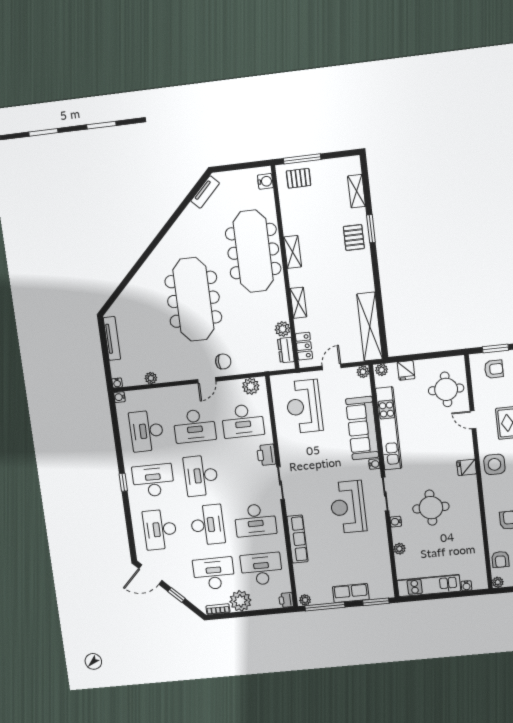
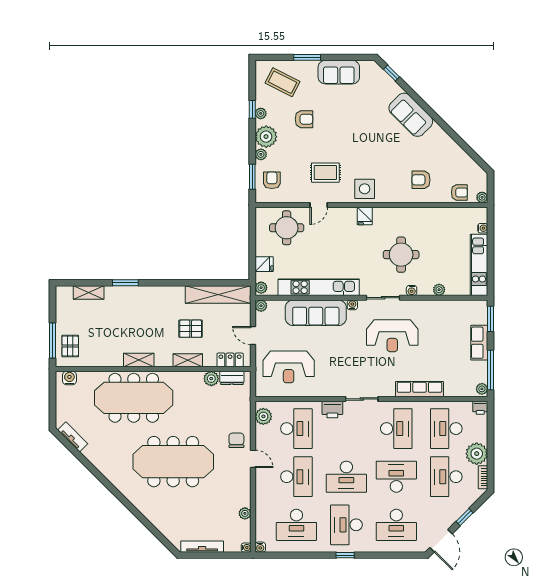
pallet: (354, 238) -> (191, 329), moved

